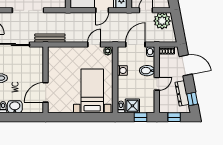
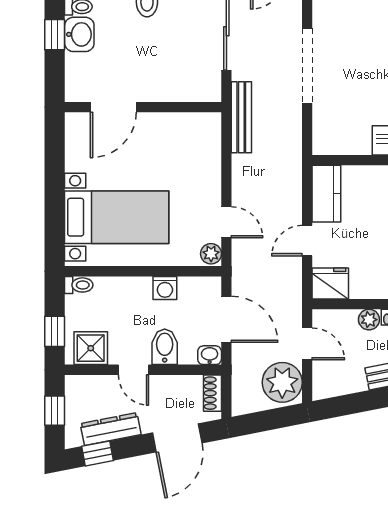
door: (102, 10) -> (307, 241), hinge flipped
door: (46, 92) -> (113, 107), swing flipped
shower: (132, 106) -> (91, 348), moved
window: (15, 117) -> (55, 35), added

